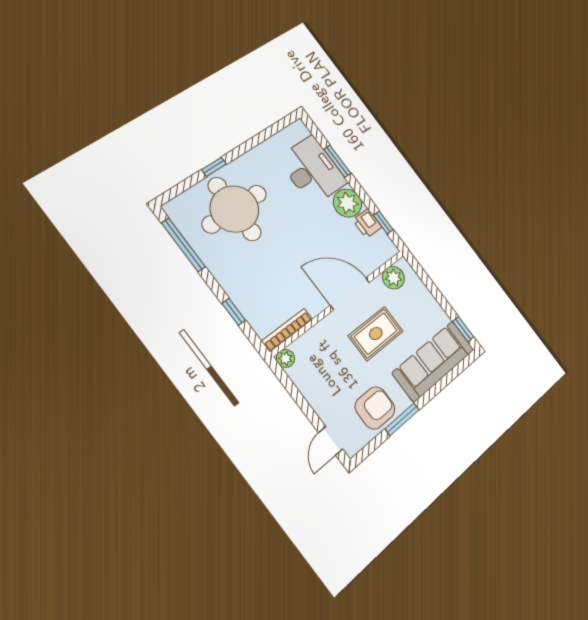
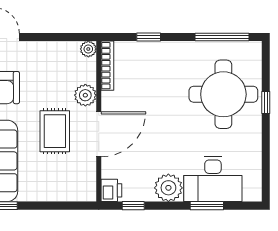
printer: (367, 223) -> (111, 190), moved, turned 90
plant: (393, 278) -> (85, 95), moved

